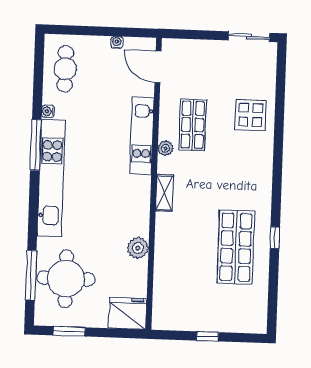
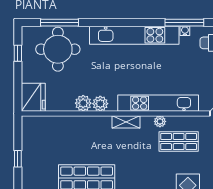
kitchen unit: (142, 136) -> (158, 103), width x1.36
window: (36, 145) -> (184, 23), moved
plant: (139, 226) -> (100, 104), added
window: (69, 331) -> (18, 53), width x0.67

